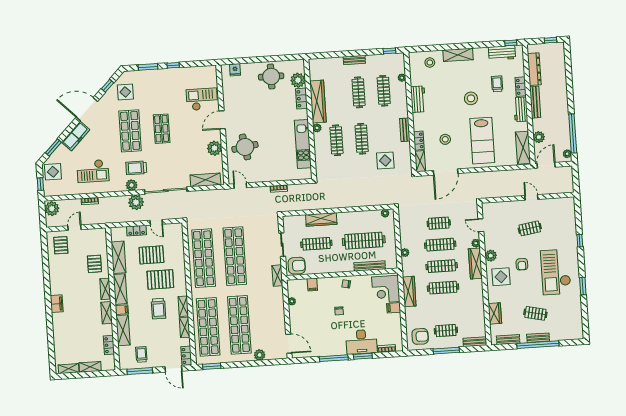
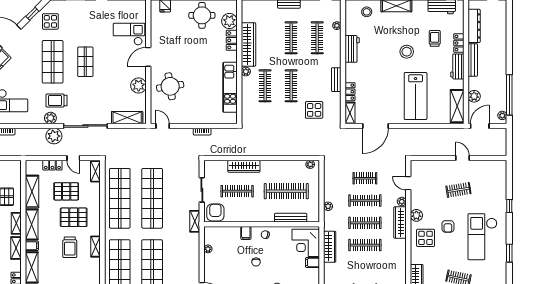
stool: (445, 139) -> (377, 92), removed
armchair: (297, 266) -> (215, 212), turned -90
filing cabinet: (312, 285) -> (246, 233), moved
shelving: (185, 327) -> (95, 171), moved

